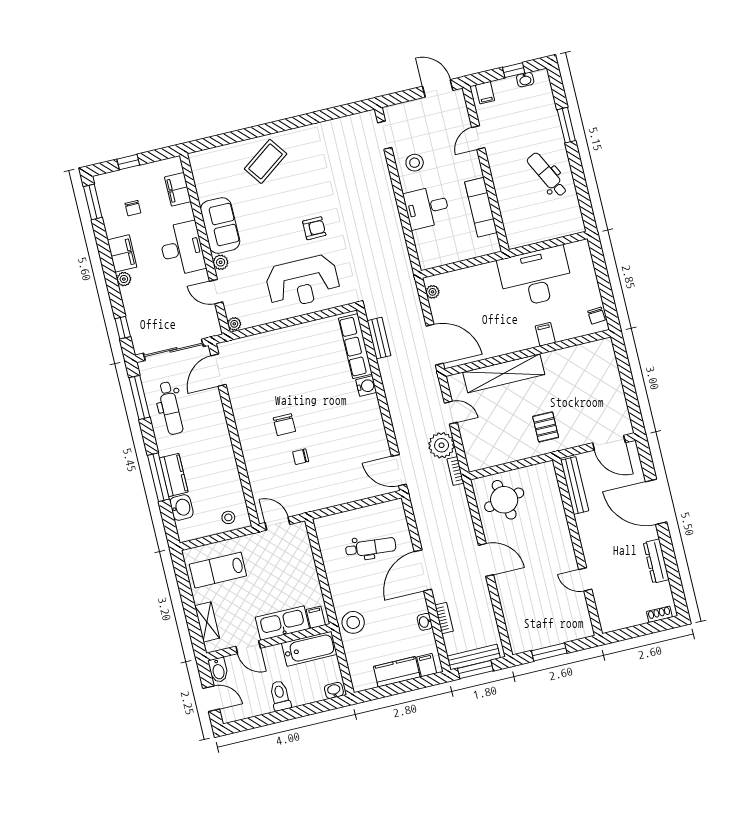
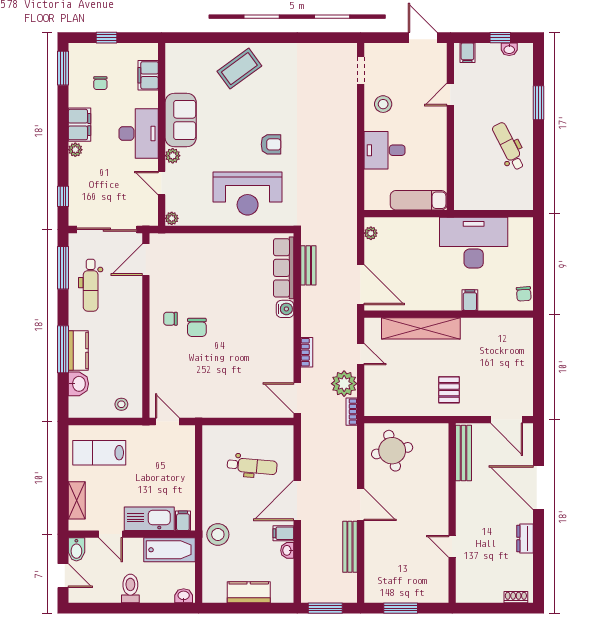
exam couch: (481, 207) -> (419, 200), moved, turned 90
chair: (301, 457) -> (170, 319), moved
dresser: (656, 561) -> (525, 539), width x0.70
bookcase: (444, 618) -> (307, 352), moved
bench: (474, 657) -> (350, 547), moved, turned 90
filing cabinet: (427, 665) -> (283, 533), moved, turned -90

